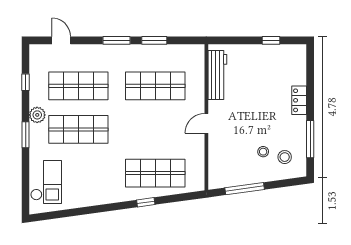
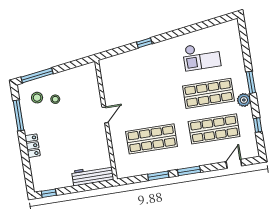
door: (61, 40) -> (234, 164), swing flipped
window: (271, 40) -> (49, 193), moved
workbench: (217, 75) -> (93, 175), moved, turned 90
shop shelf: (155, 173) -> (140, 68), removed
checkout: (46, 182) -> (202, 56), moved, turned -90
window: (245, 189) -> (37, 75), moved

